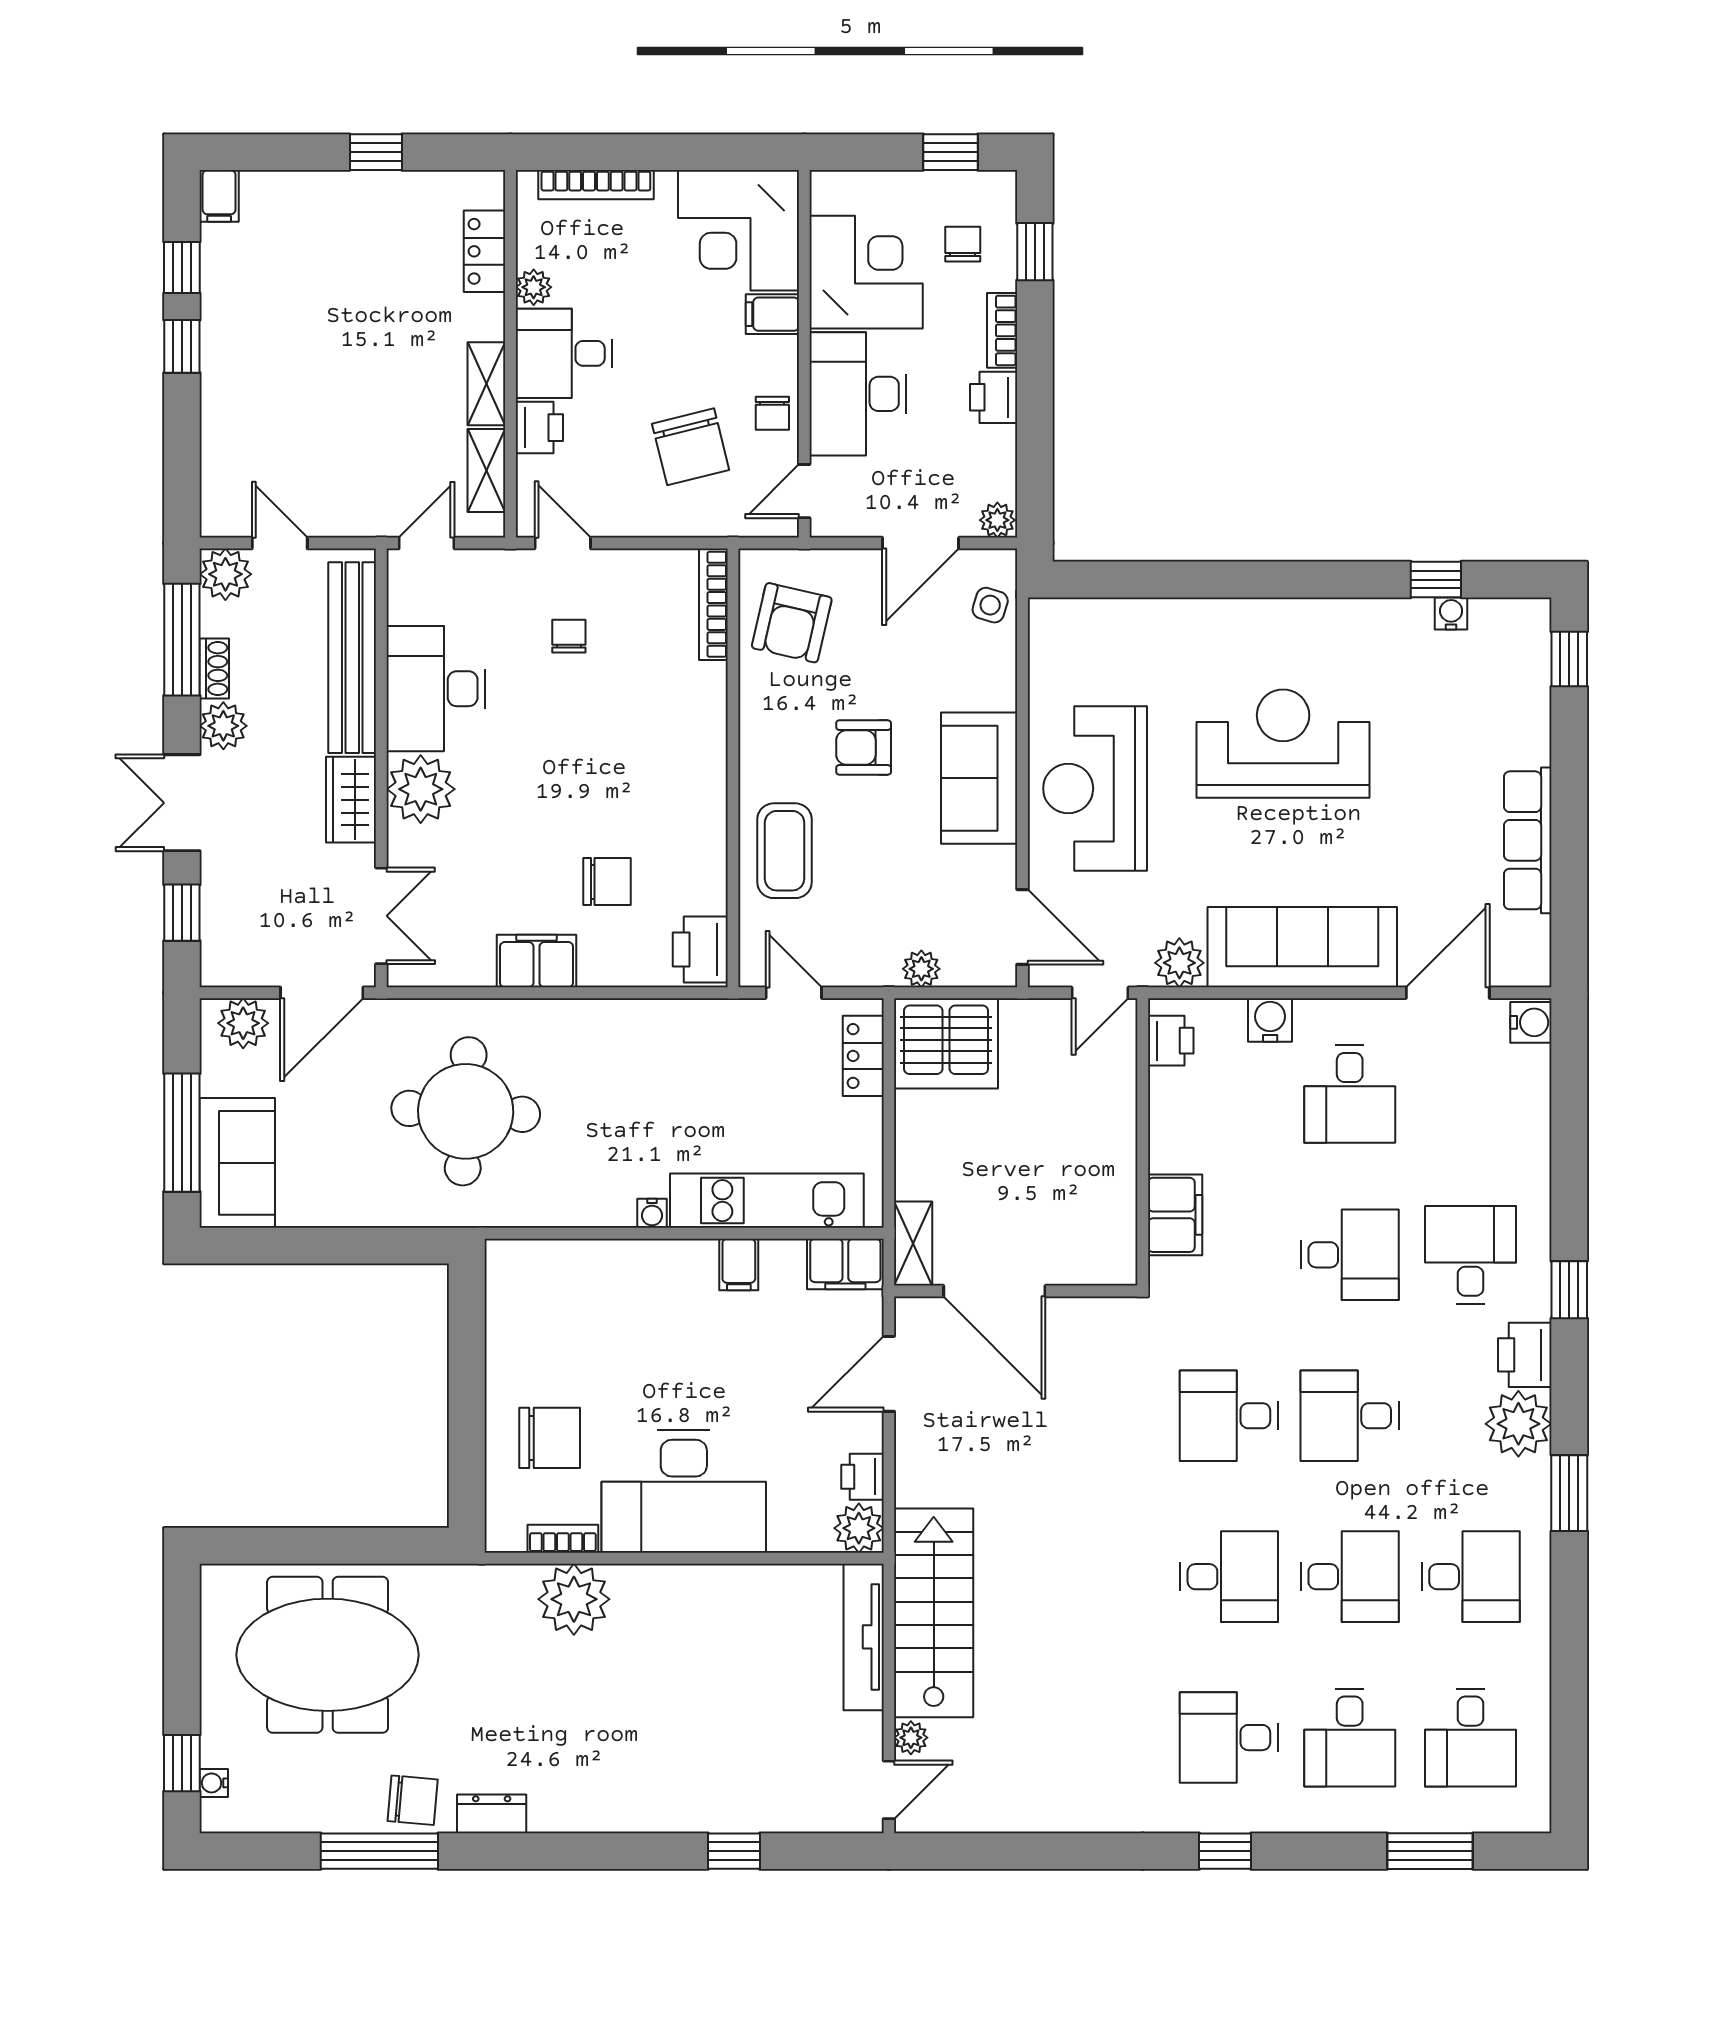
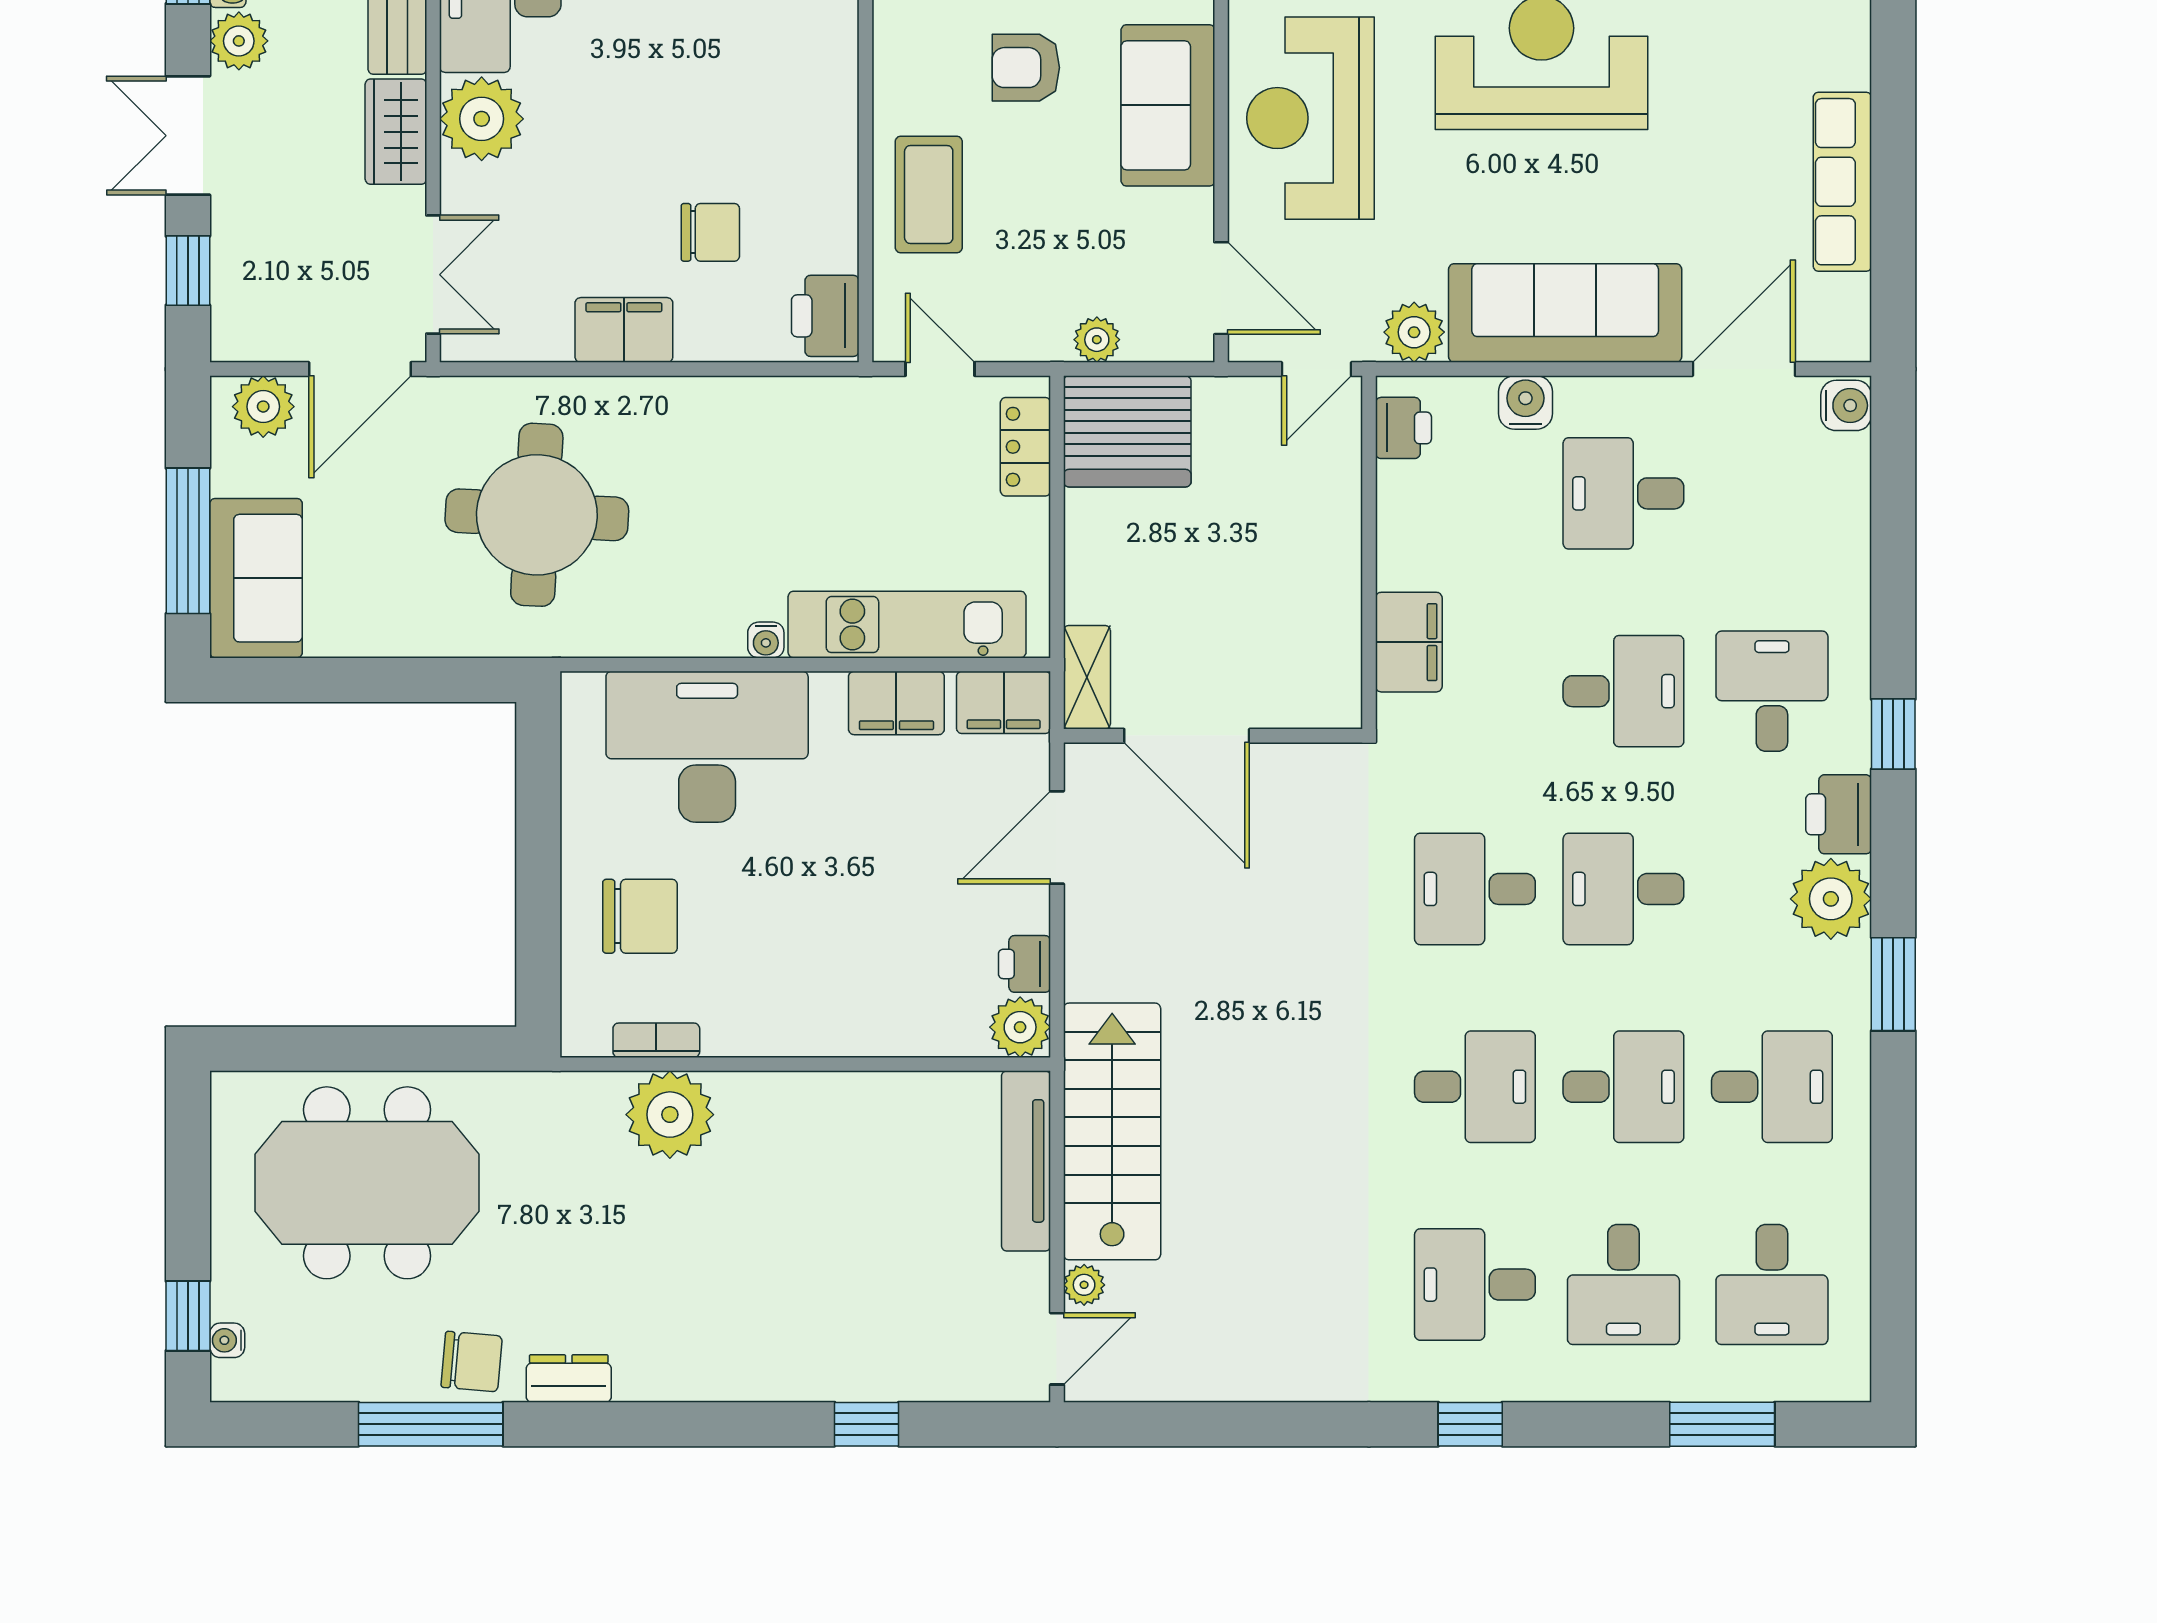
desk: (1350, 1094) -> (1623, 493), turned 90
filing cabinet: (739, 1264) -> (896, 703), width x2.00
desk: (684, 1491) -> (707, 747), moved, turned 180

